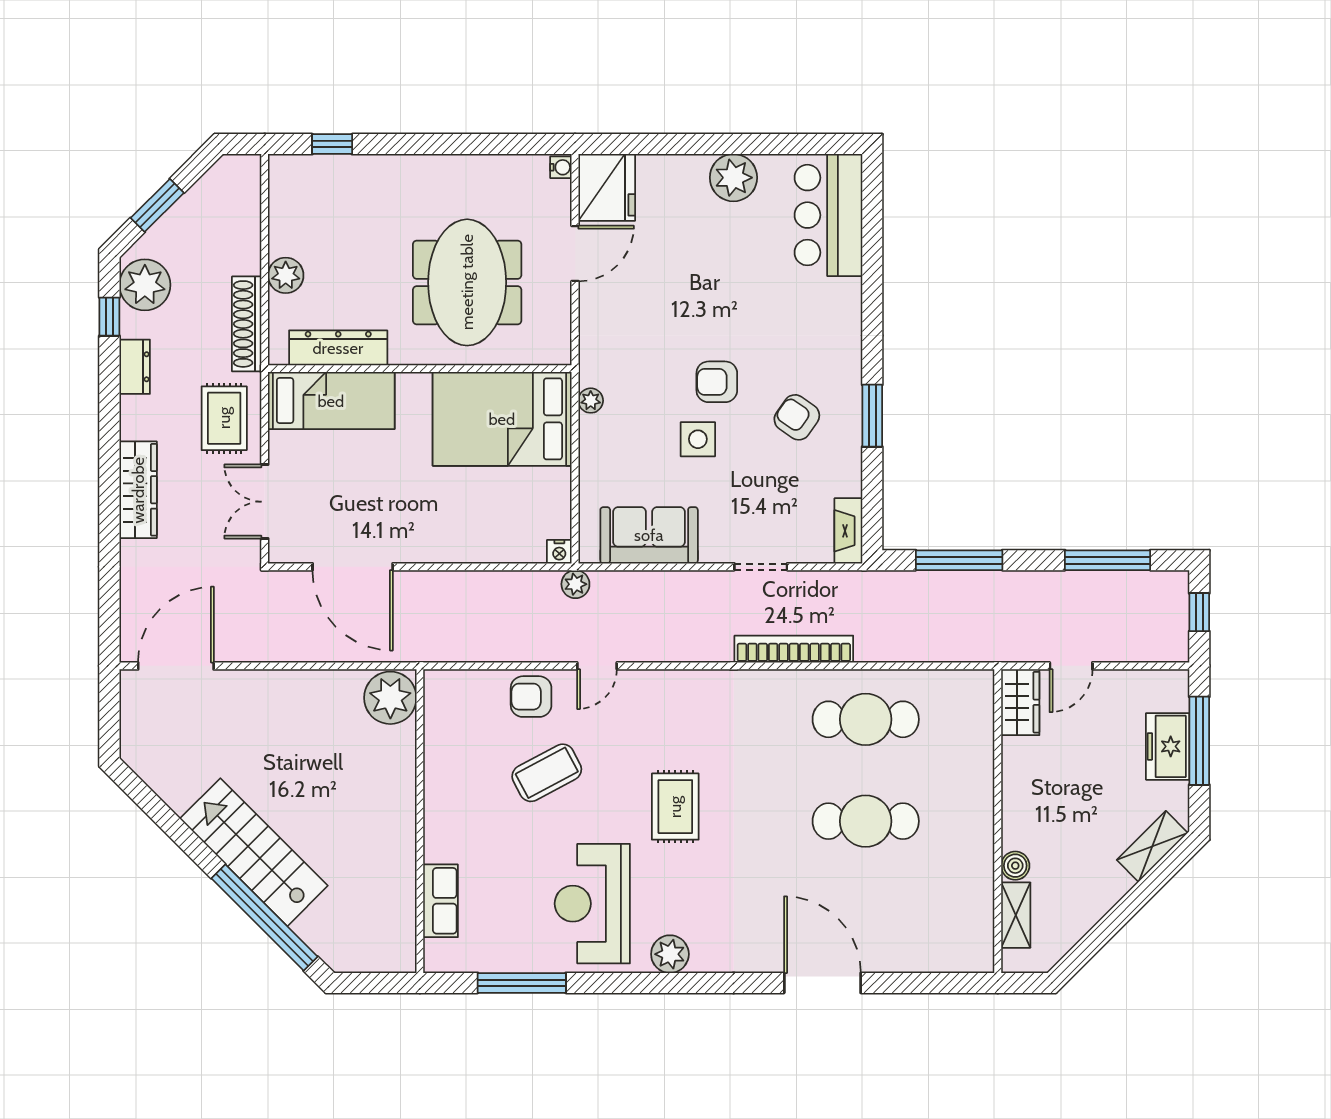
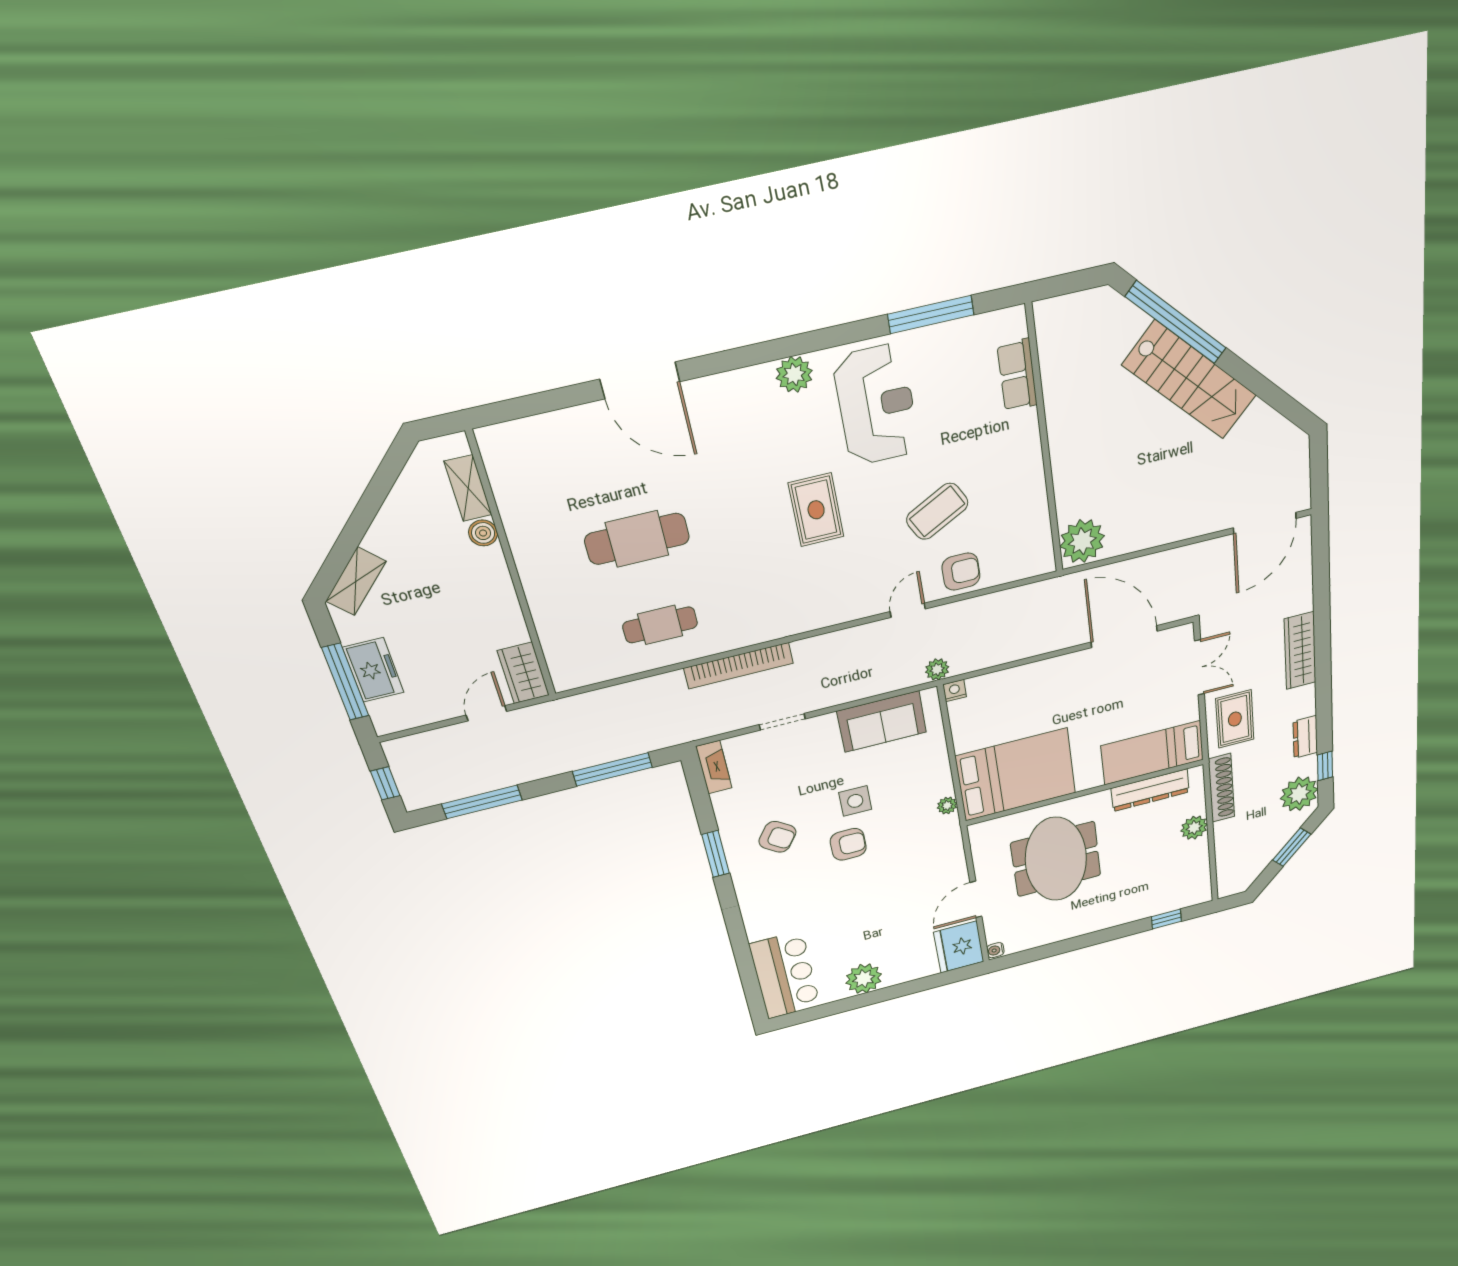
cafe table: (866, 719) -> (660, 625), width x0.73, depth x0.74

